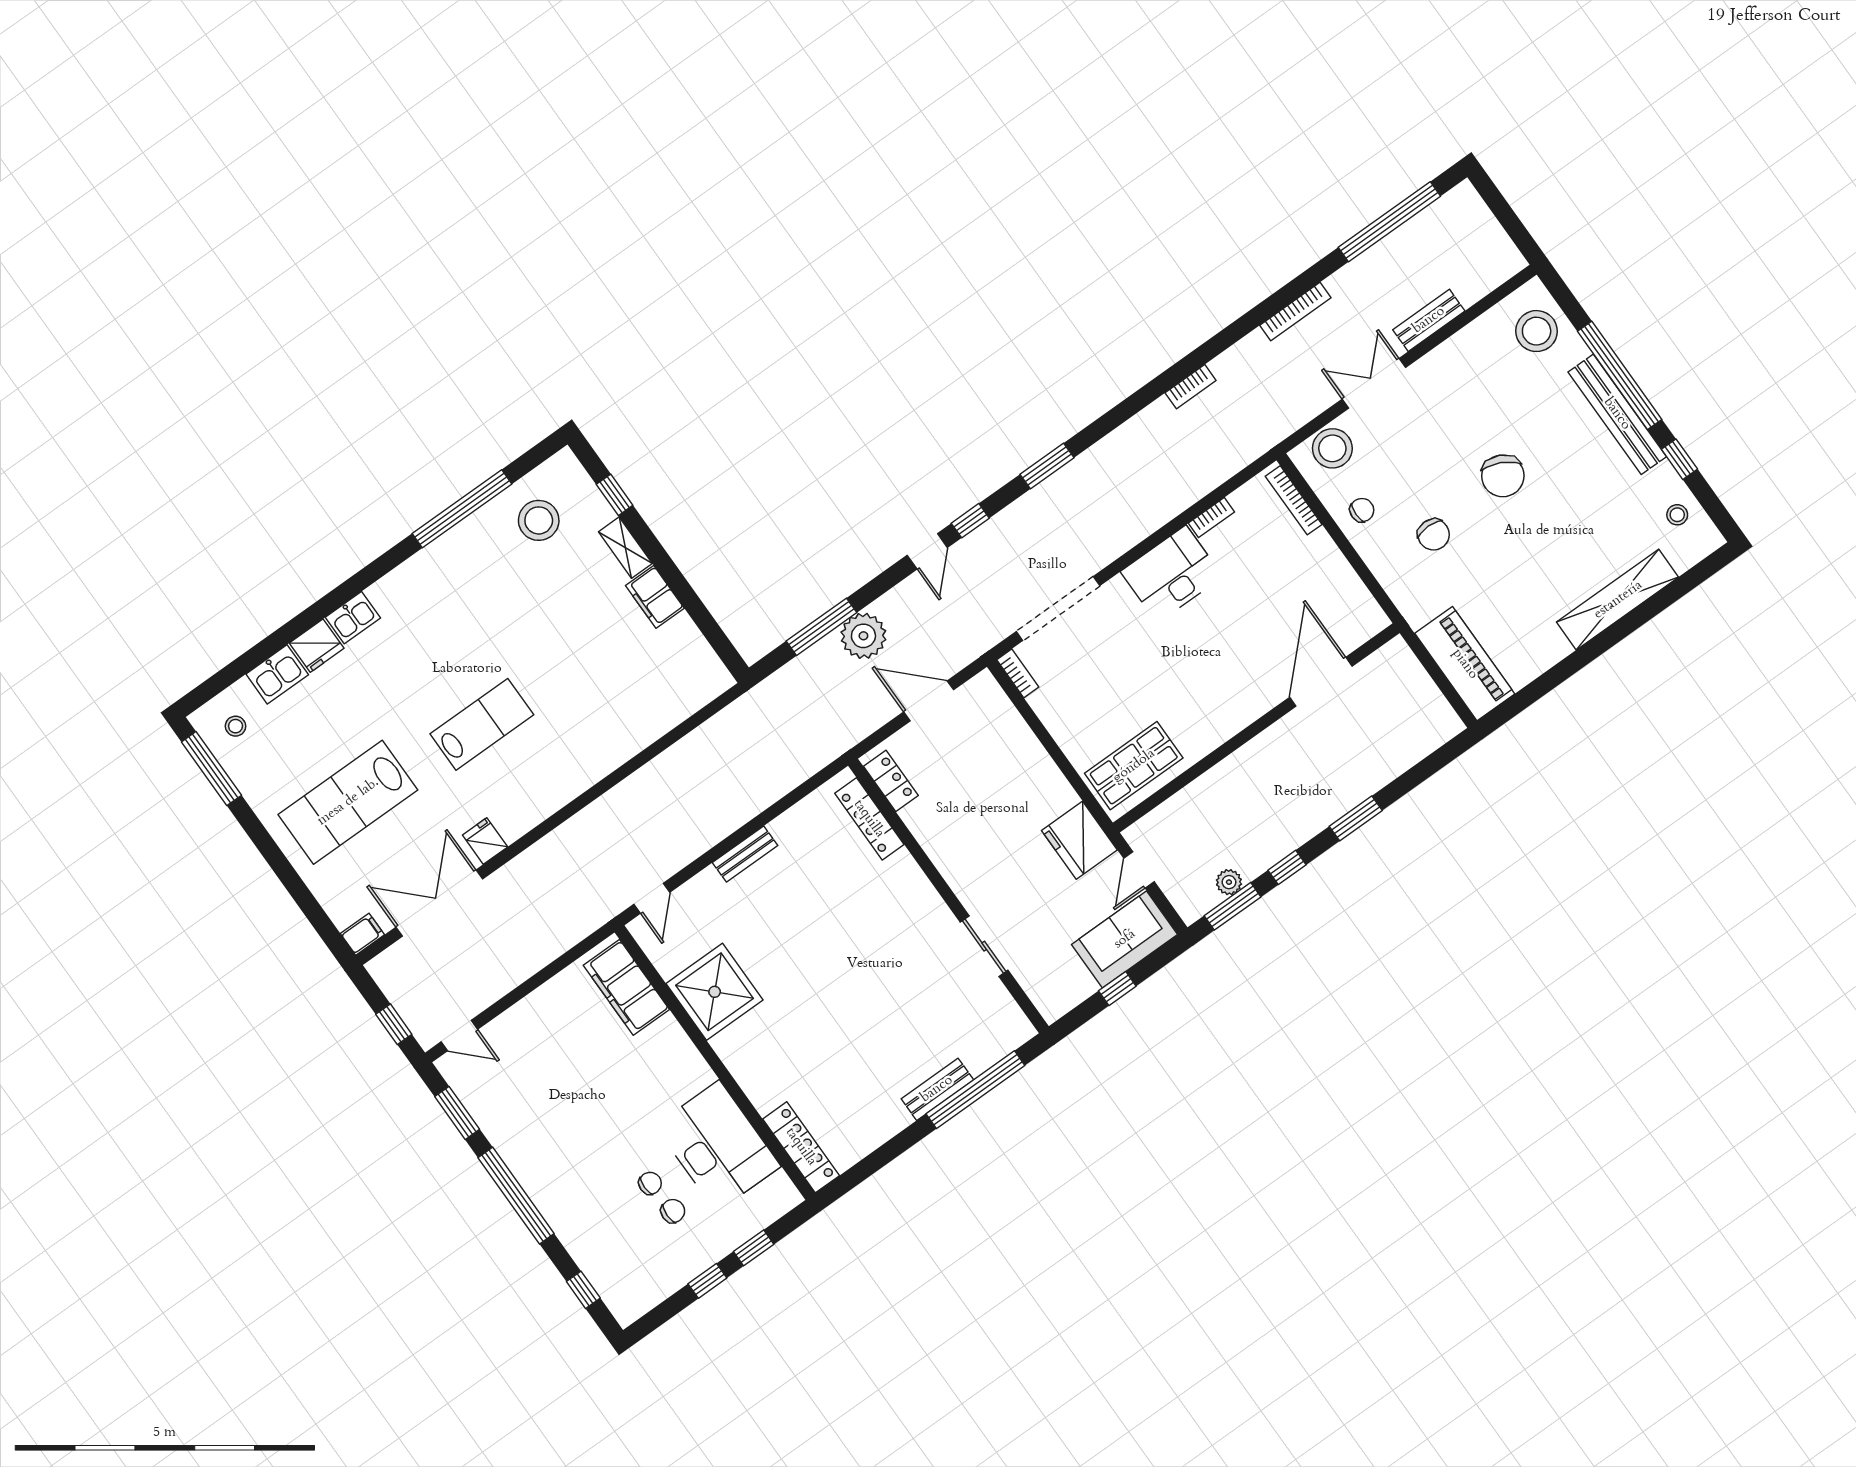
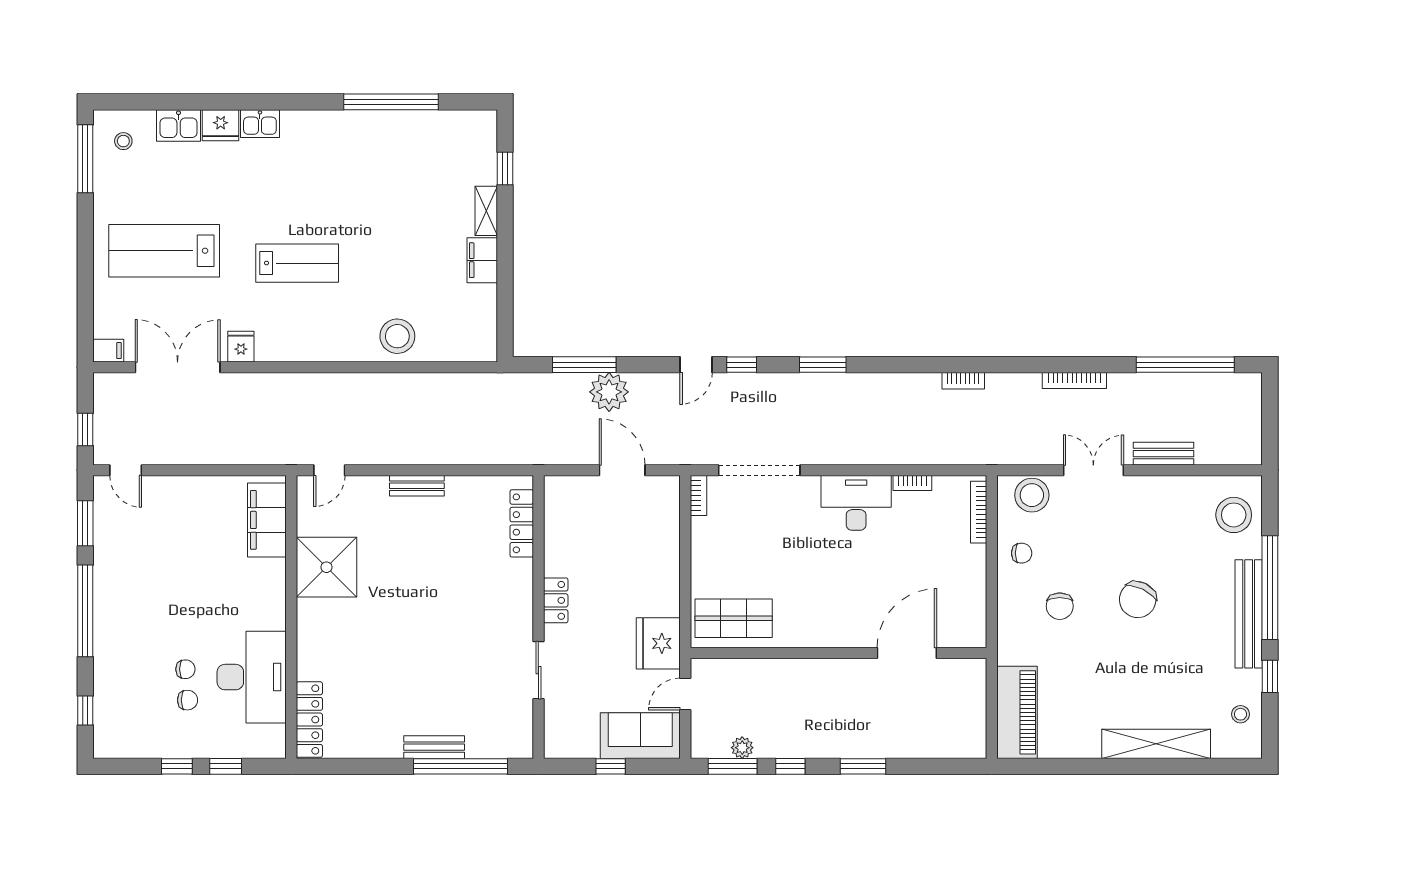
stool: (539, 520) -> (397, 336), moved
locker: (891, 781) -> (556, 600), moved

